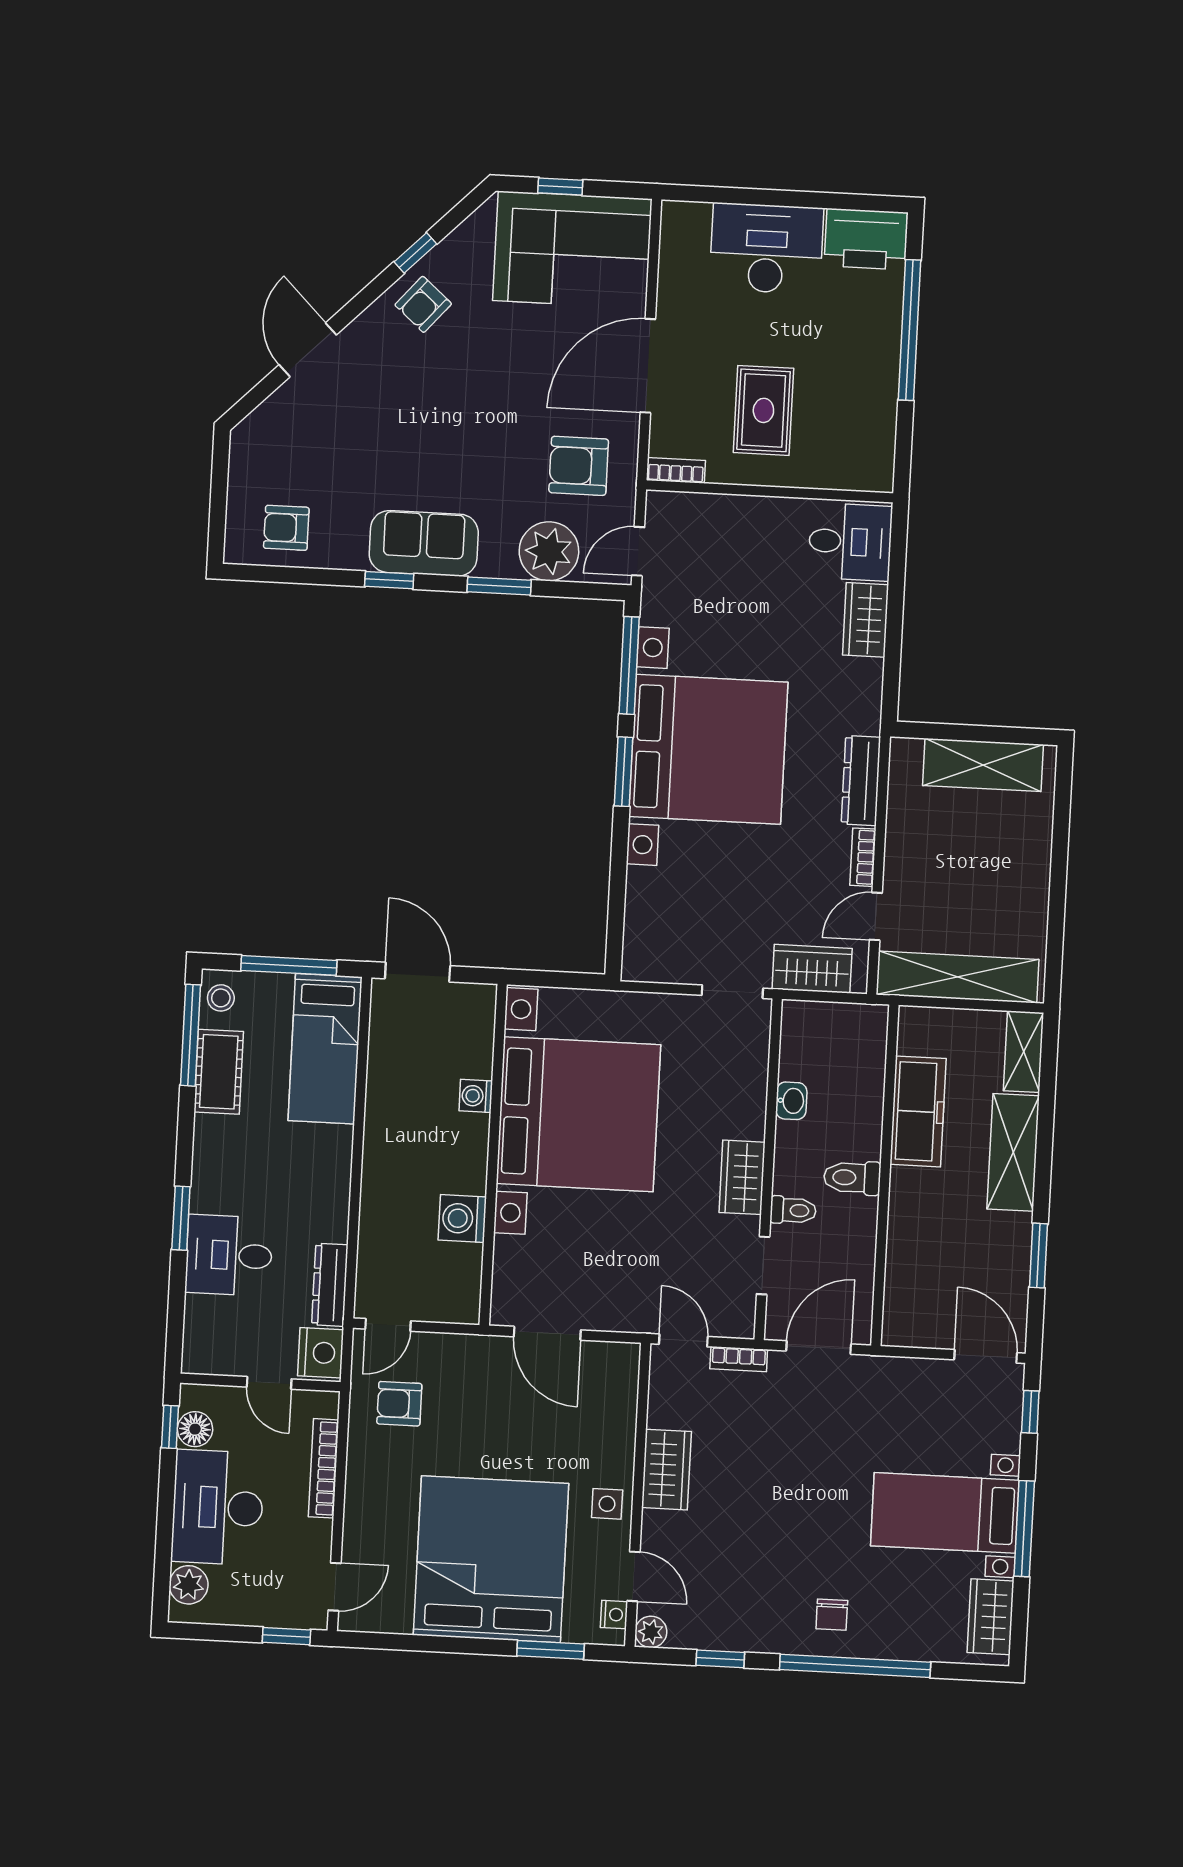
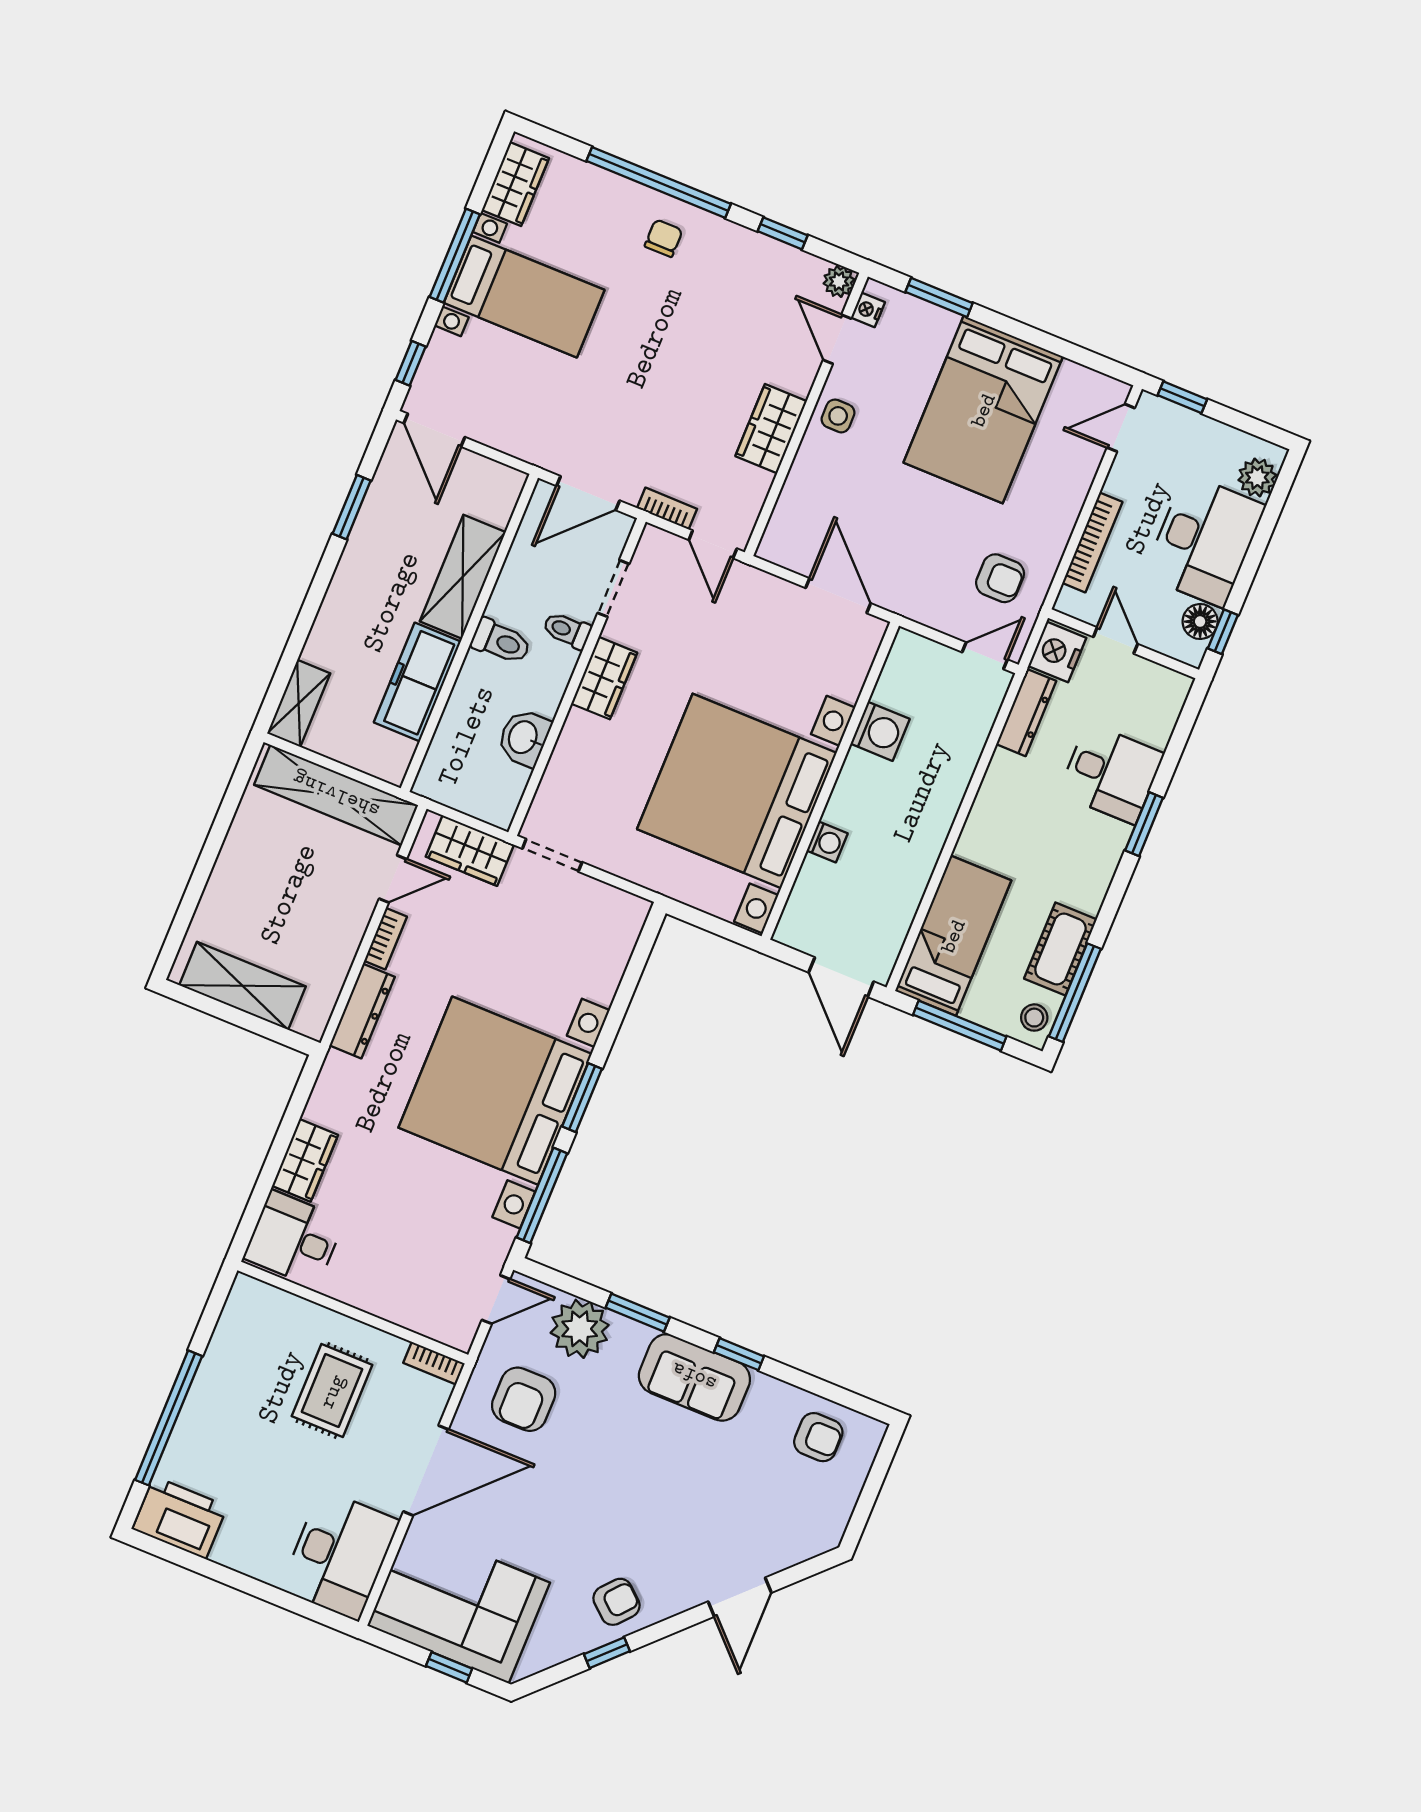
desk: (766, 248) -> (340, 1555), moved, turned -90
armchair: (579, 466) -> (524, 1399), turned 90
washbasin: (791, 1101) -> (524, 738), width x1.38, depth x1.45
shelving: (1013, 1152) -> (463, 577), moved
bed: (491, 1559) -> (983, 410), width x0.73

